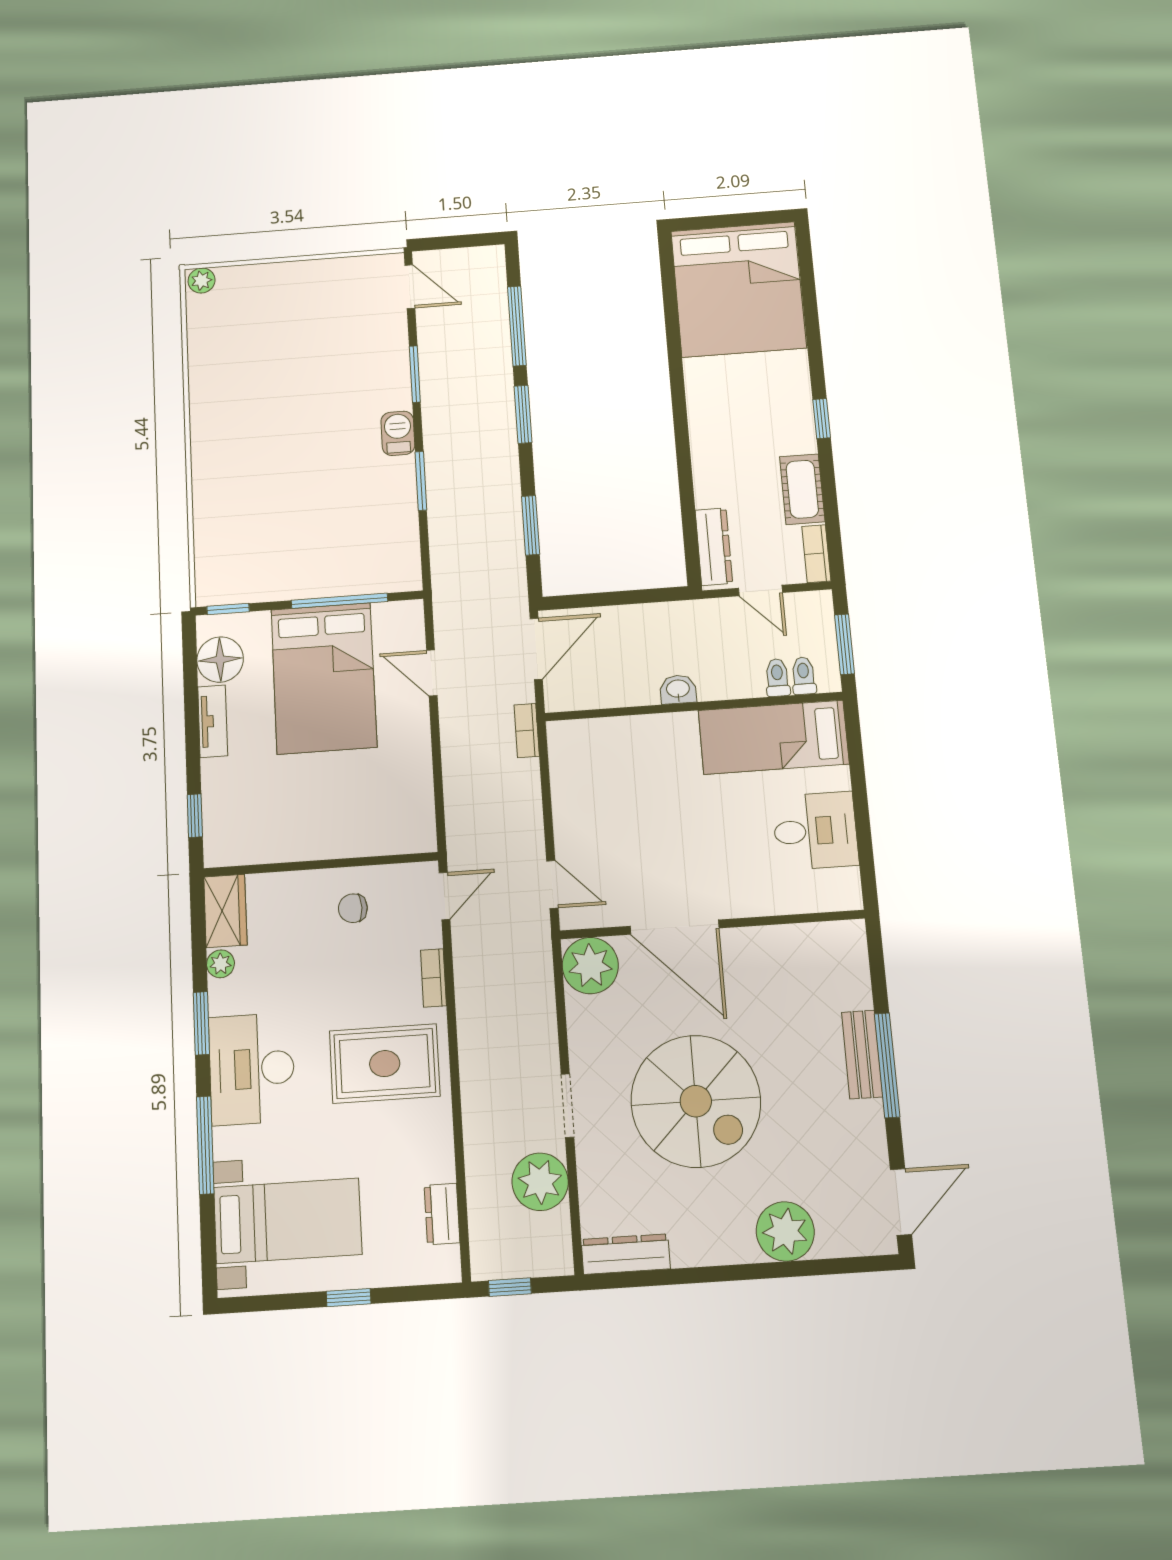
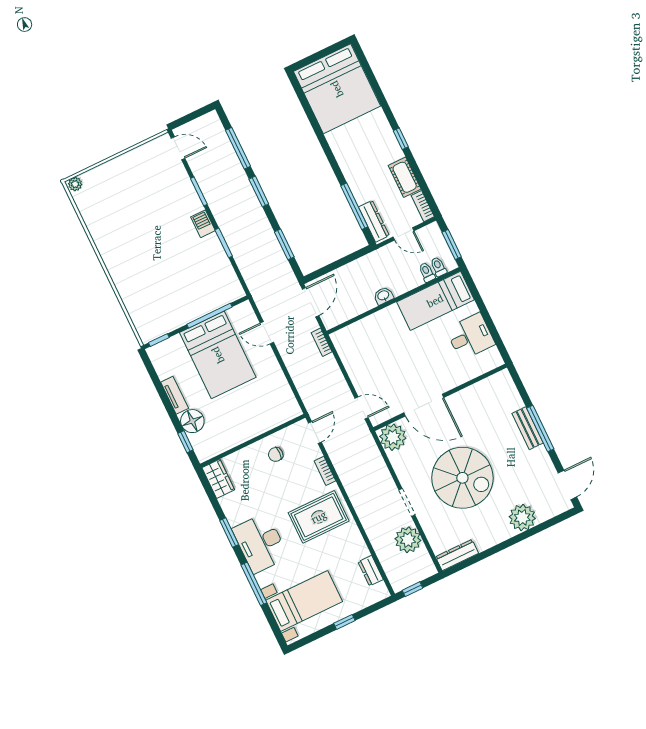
window: (688, 506) -> (354, 206), added
floor lamp: (220, 660) -> (192, 421), moved
plant: (220, 964) -> (226, 503), removed

